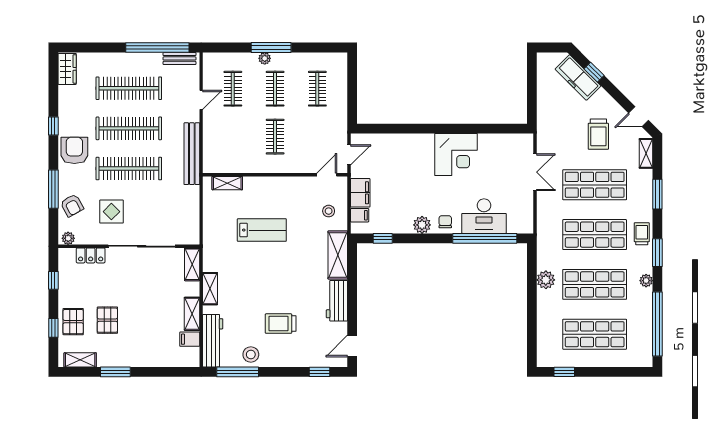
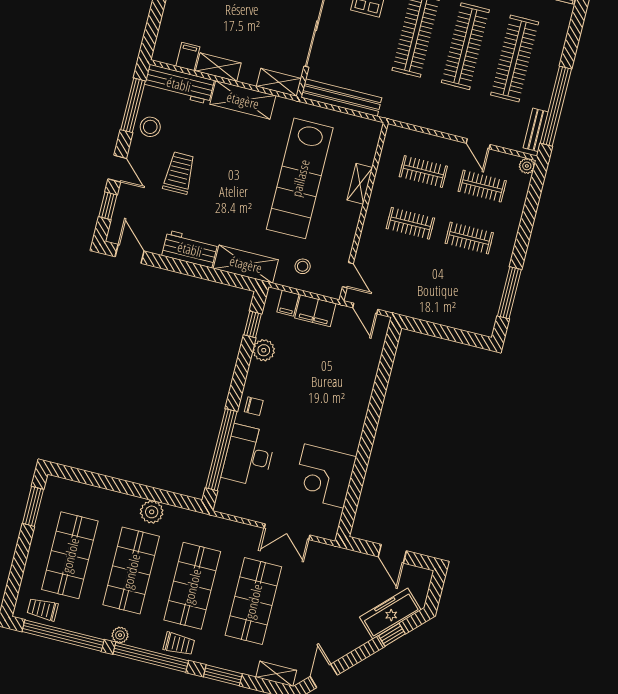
window: (271, 47) -> (509, 293), moved
plant: (265, 58) -> (527, 166), moved
door: (532, 87) -> (392, 554), added
clothes rail: (317, 89) -> (423, 171), moved
trolley: (598, 134) -> (43, 609), moved, width x0.73, depth x0.72
bench: (192, 154) -> (341, 98), moved
corner desk: (456, 154) -> (324, 476), moved
shelving: (227, 183) -> (360, 184), moved
plant: (422, 225) -> (264, 350), moved
lab bench: (262, 230) -> (300, 178), width x1.86, depth x1.39
window: (657, 253) -> (151, 657), width x2.11
shelving: (210, 289) -> (243, 100), width x1.50, depth x1.33
door: (289, 372) -> (117, 169), added
window: (564, 372) -> (33, 506), width x1.50

